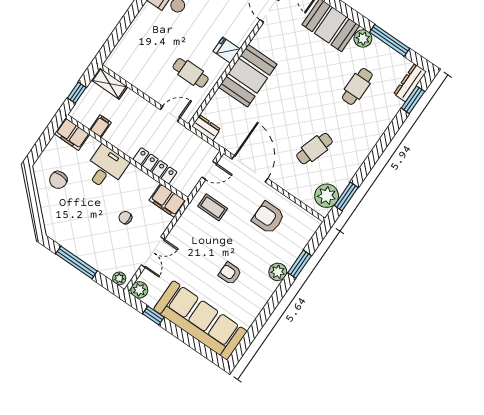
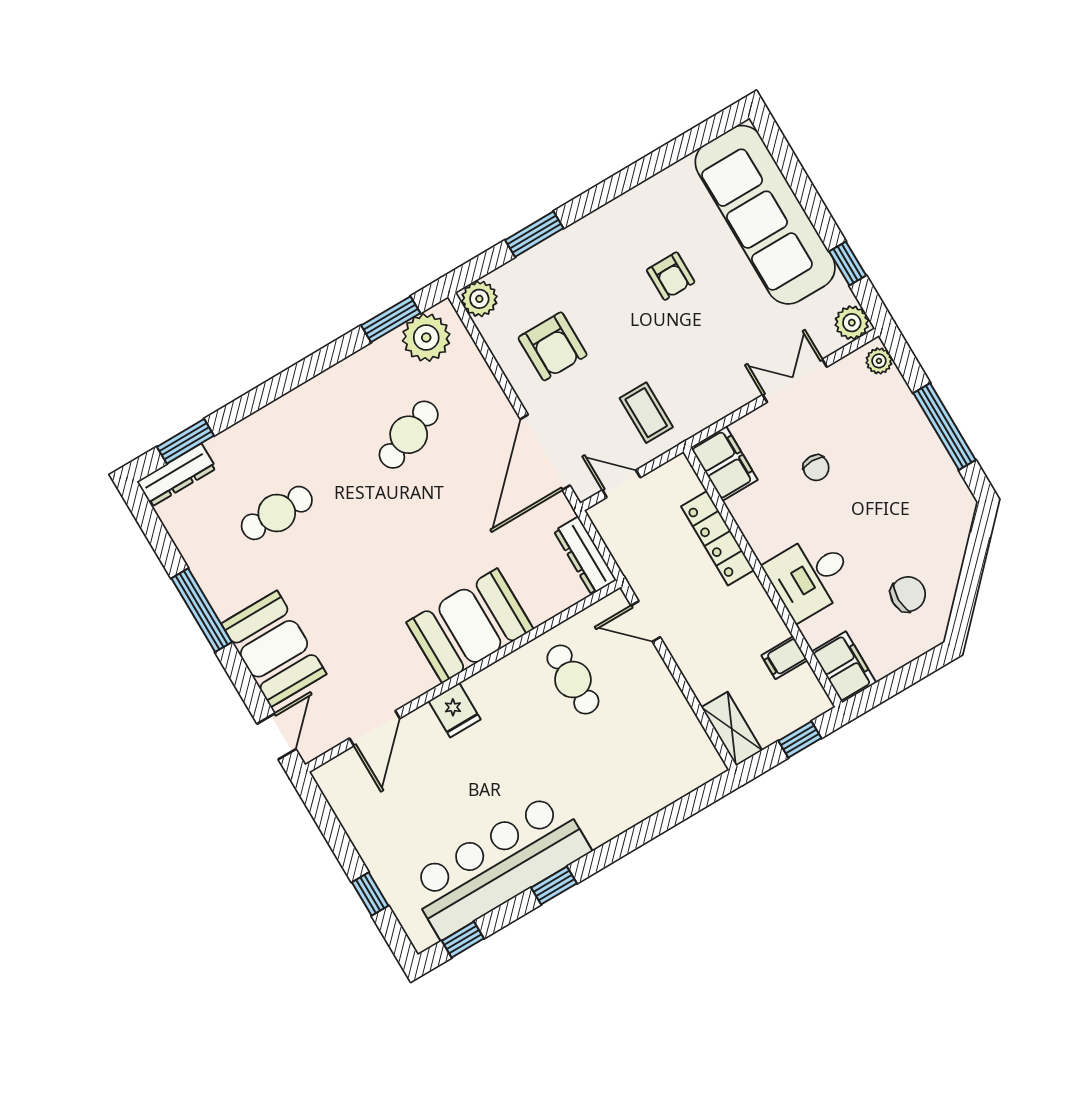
plant: (363, 38) -> (226, 597), removed
window: (390, 40) -> (202, 610), moved
fridge: (227, 50) -> (455, 710), moved
dresser: (206, 128) -> (585, 556), width x1.44
cafe table: (314, 149) -> (409, 435), turned -39
plant: (278, 272) -> (479, 299), moved

